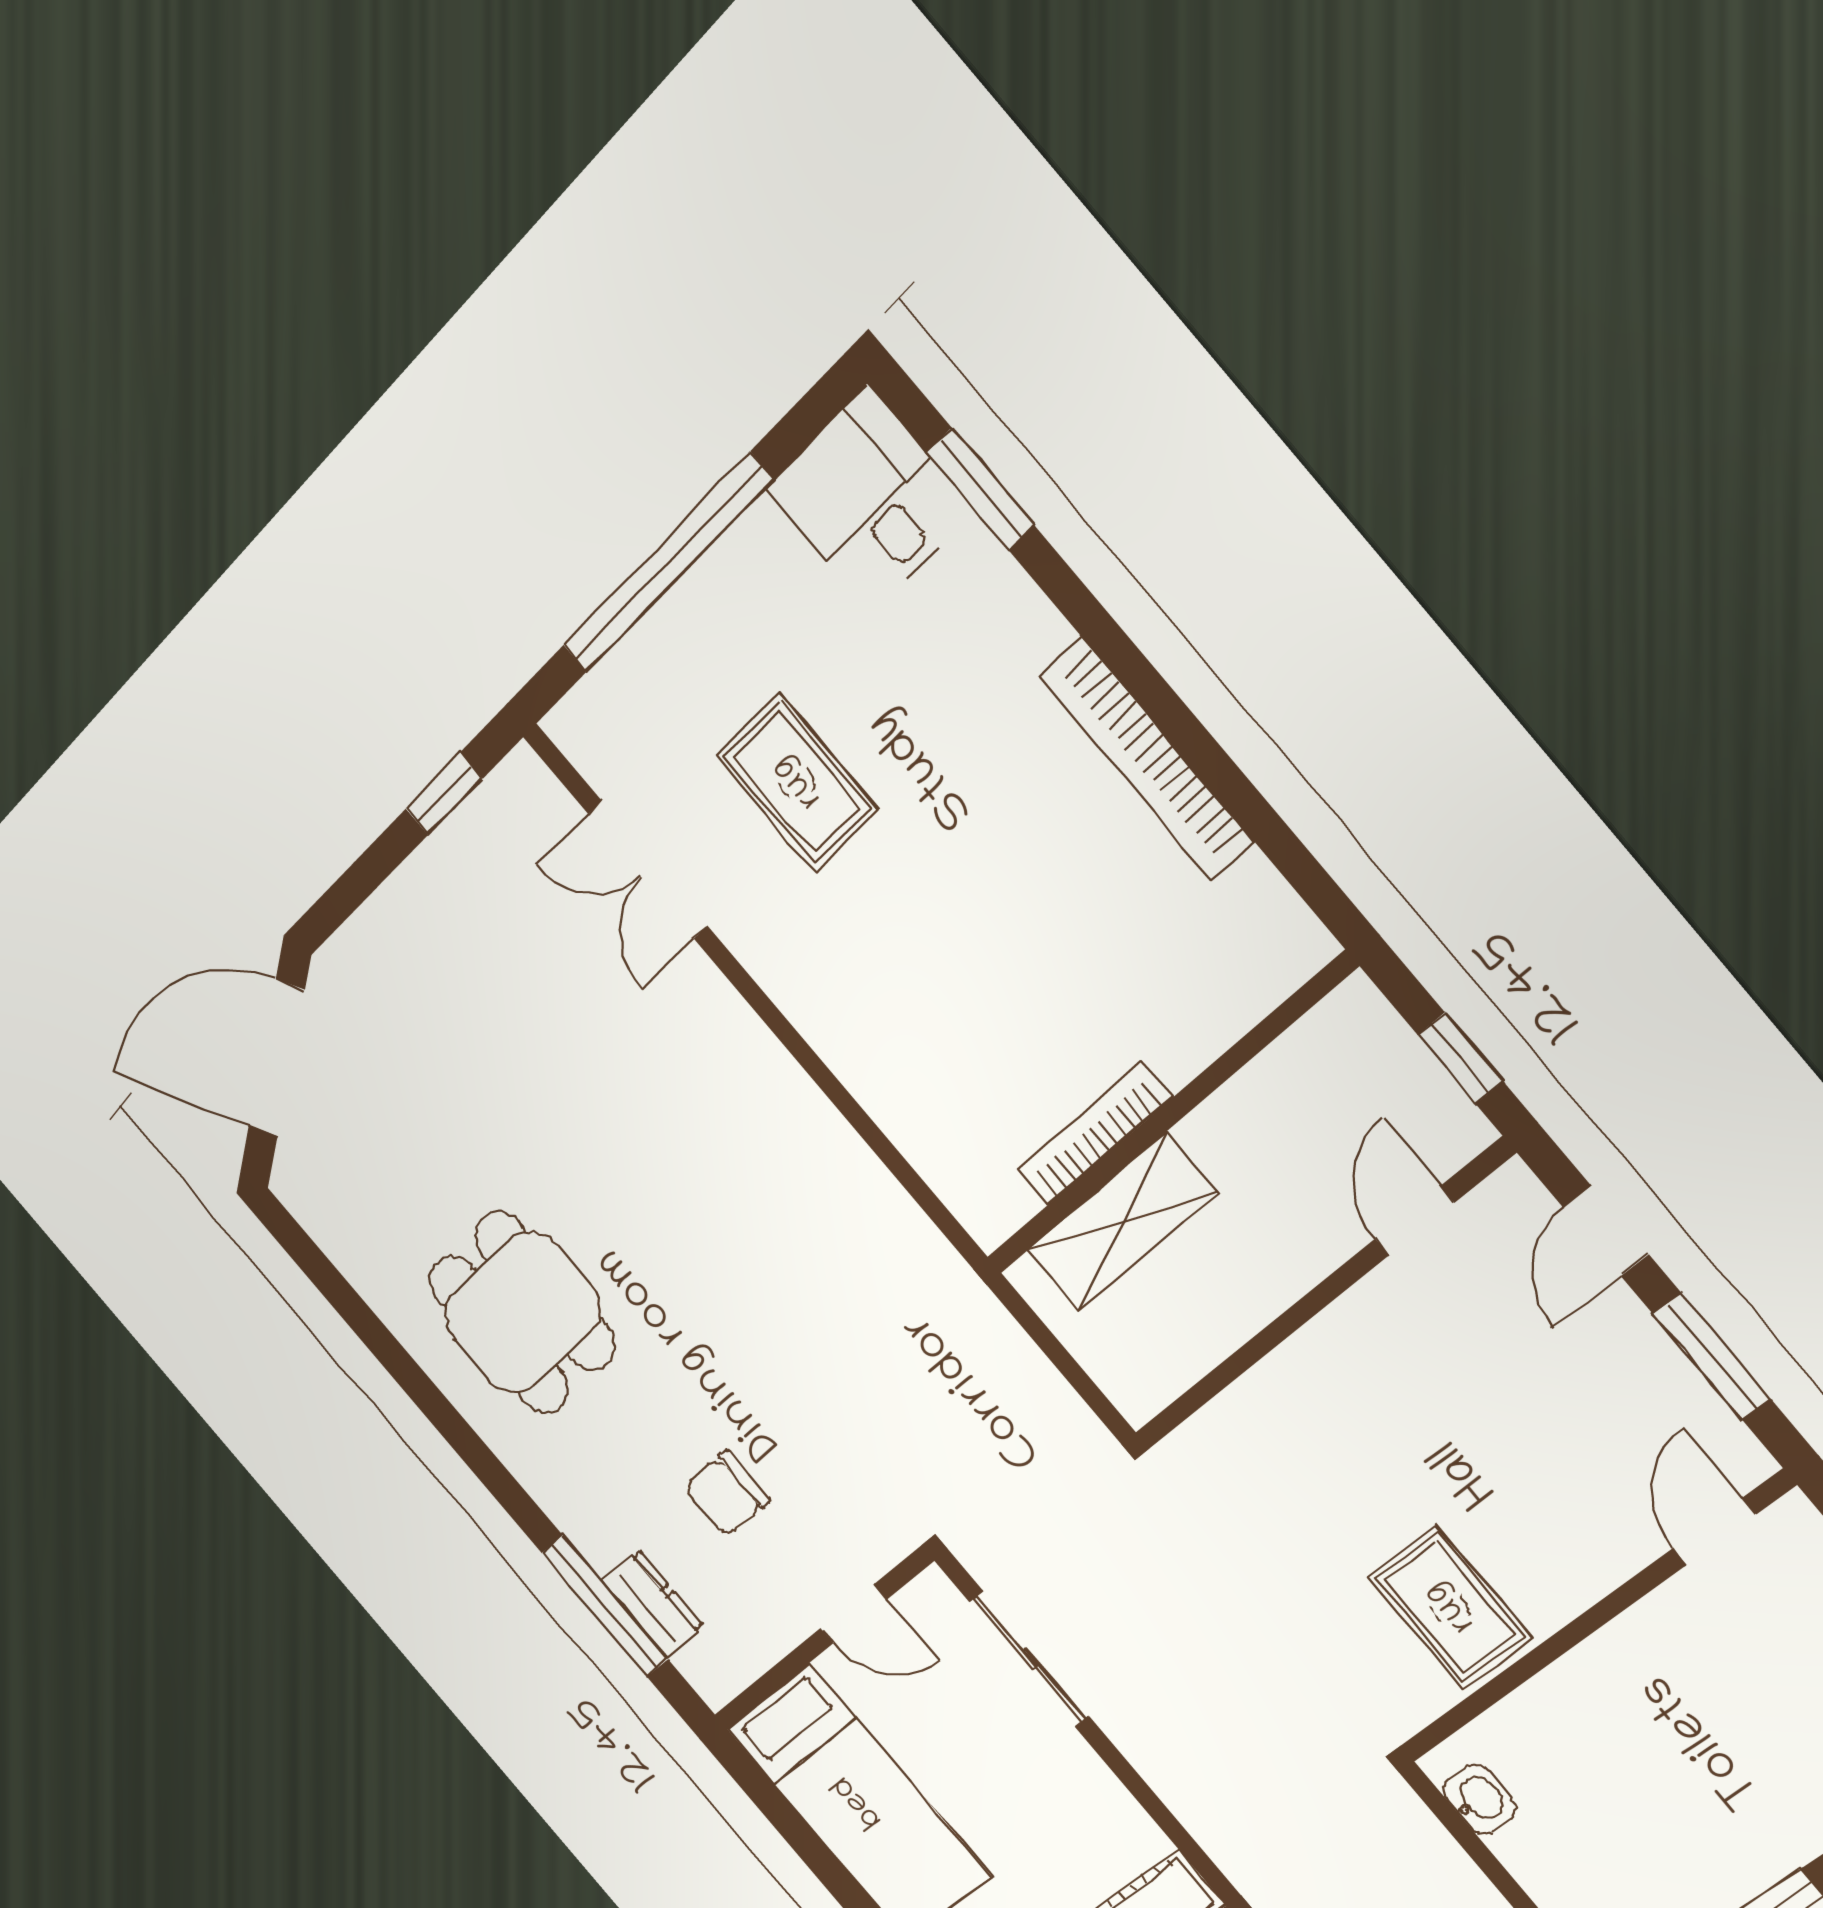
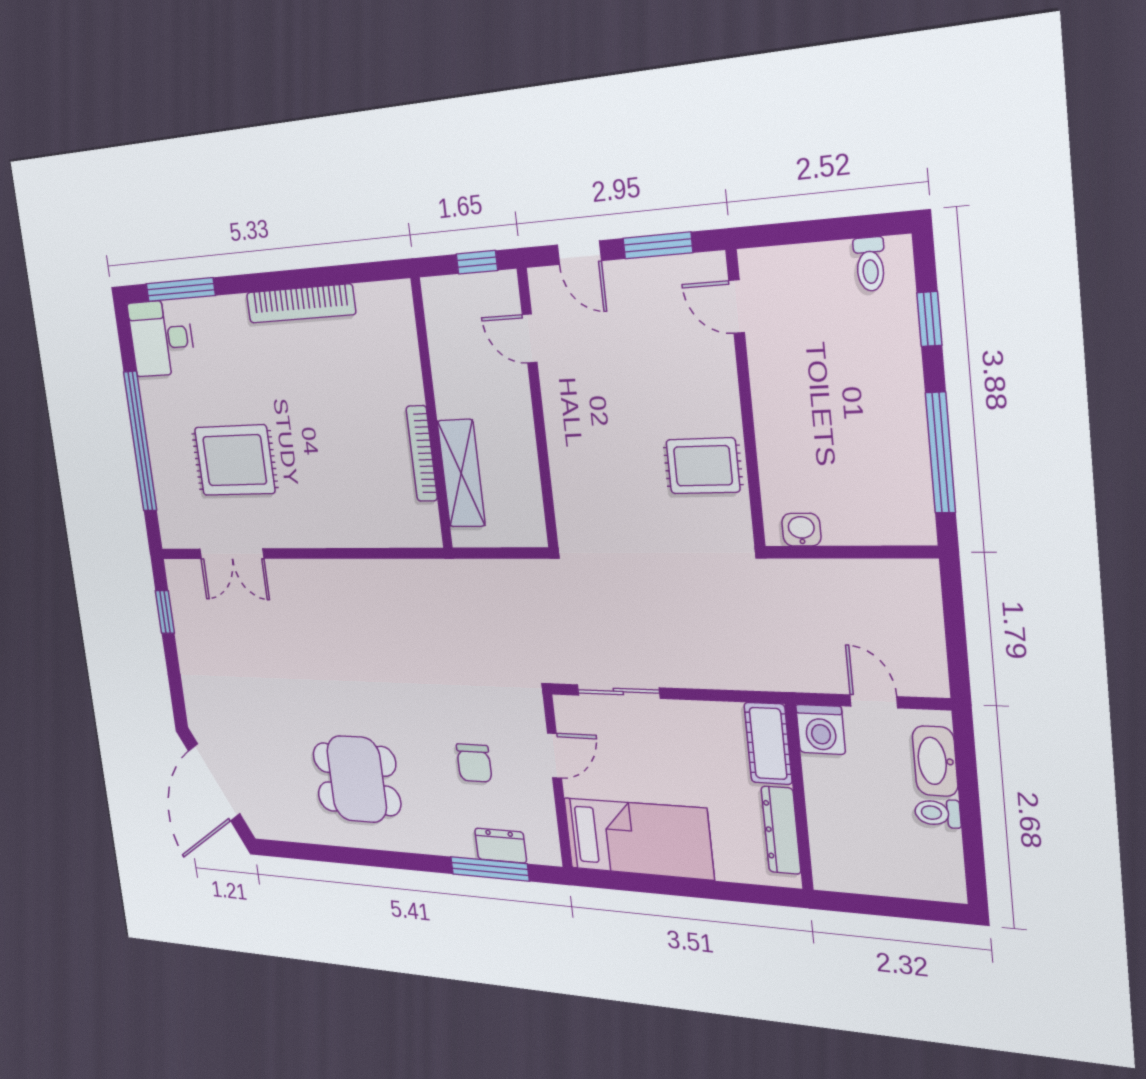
window: (980, 489) -> (180, 290), width x1.44
rug: (797, 782) -> (235, 460), width x1.36, depth x1.43

